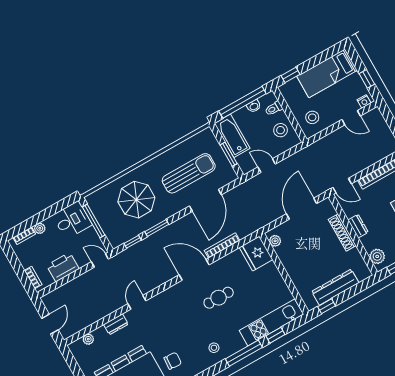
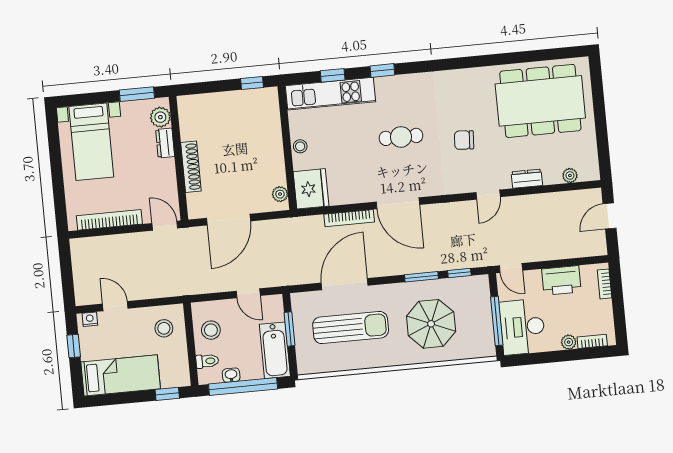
sun lounger: (189, 173) -> (351, 327), turned 180
desk: (72, 220) -> (522, 327), width x1.37
dresser: (358, 226) -> (165, 143), moved
dresser: (335, 287) -> (230, 102), removed
cafe table: (219, 298) -> (401, 137), moved
stool: (214, 348) -> (300, 146), moved
window: (244, 353) -> (382, 71), width x0.46
chair: (173, 361) -> (464, 140), moved

